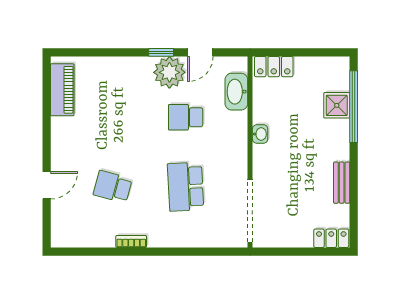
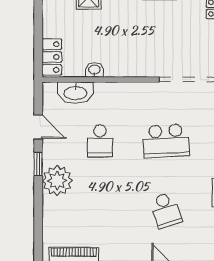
plant: (169, 72) -> (57, 181), moved
washbasin: (260, 134) -> (94, 70), moved
school desk: (113, 187) -> (166, 210), turned -33

